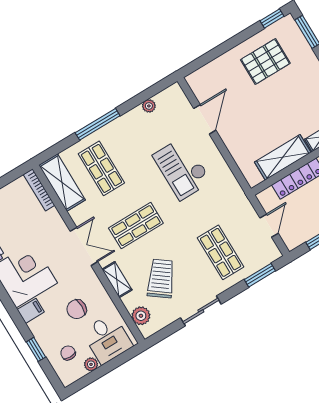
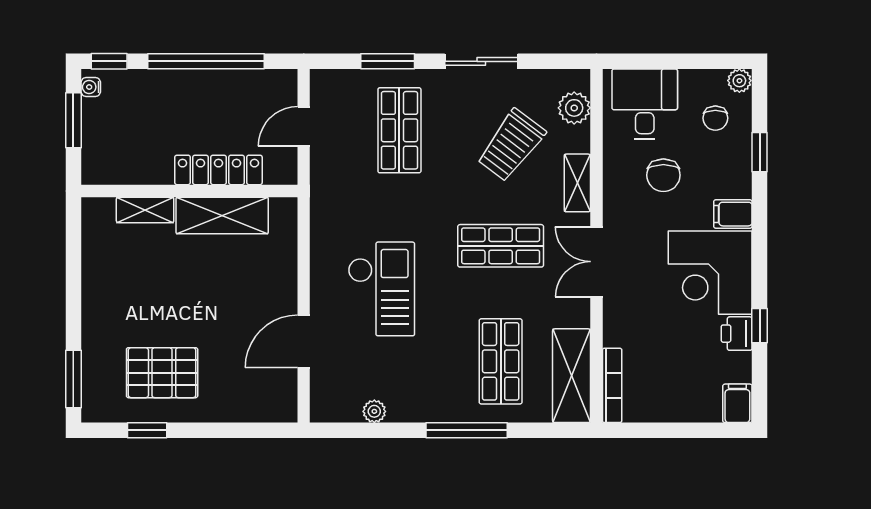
window: (272, 18) -> (147, 430), moved
window: (260, 275) -> (388, 61), moved
chair: (77, 309) -> (663, 175), turned 90
plant: (91, 364) -> (739, 81), moved

